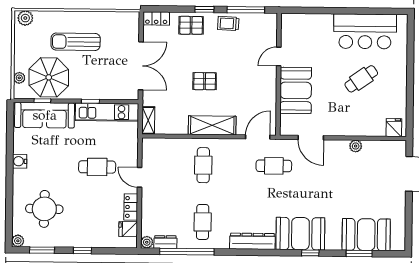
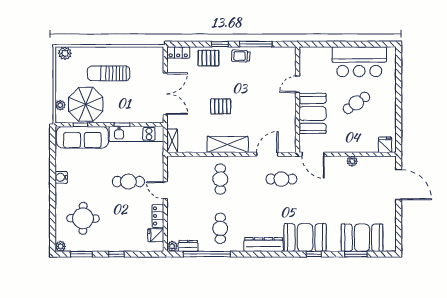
door: (279, 56) -> (297, 84), moved
wall: (279, 74) -> (297, 100), moved
booth: (296, 90) -> (312, 113), moved

